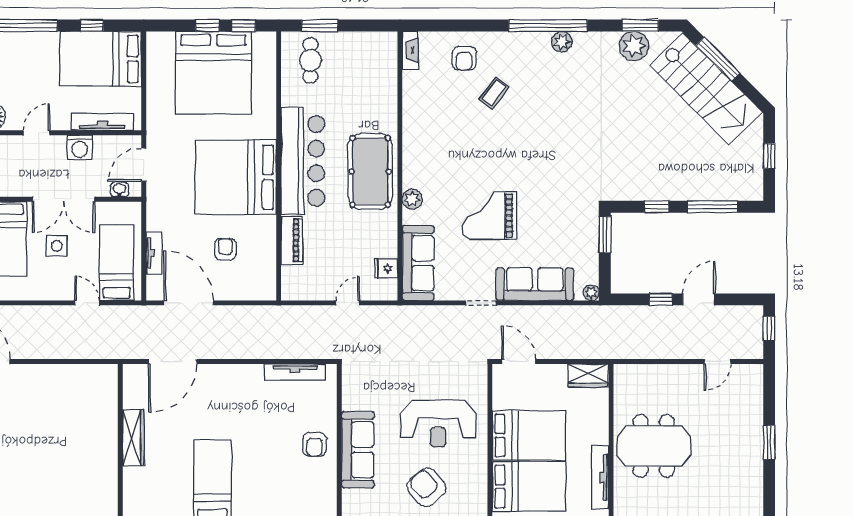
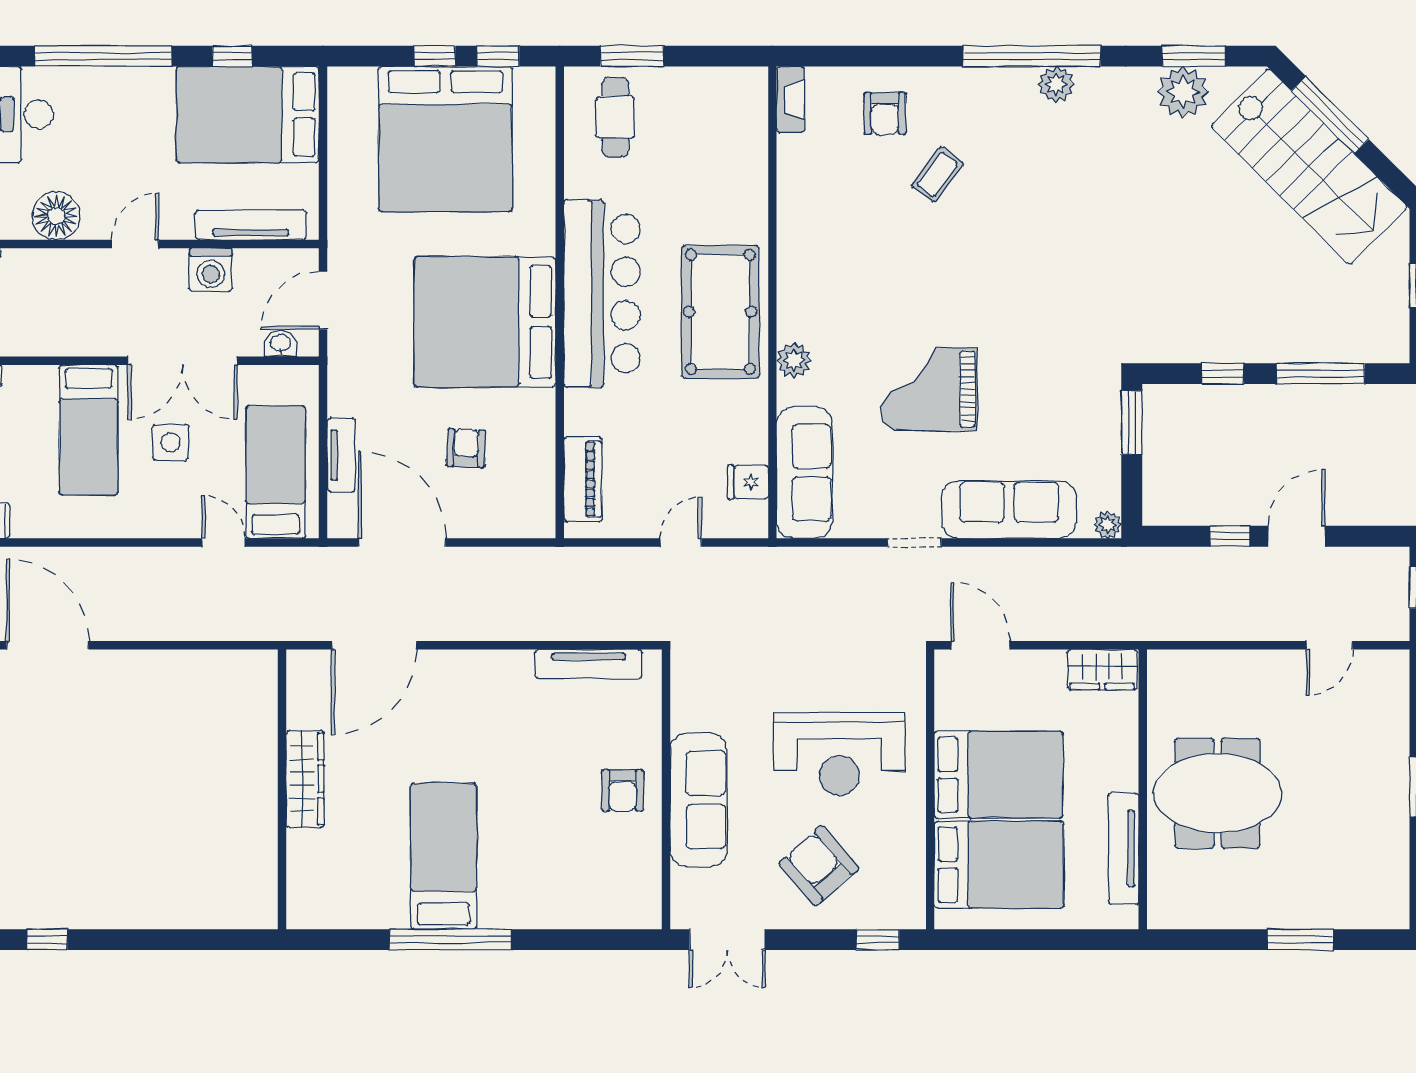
piano: (292, 240) -> (583, 479), moved

